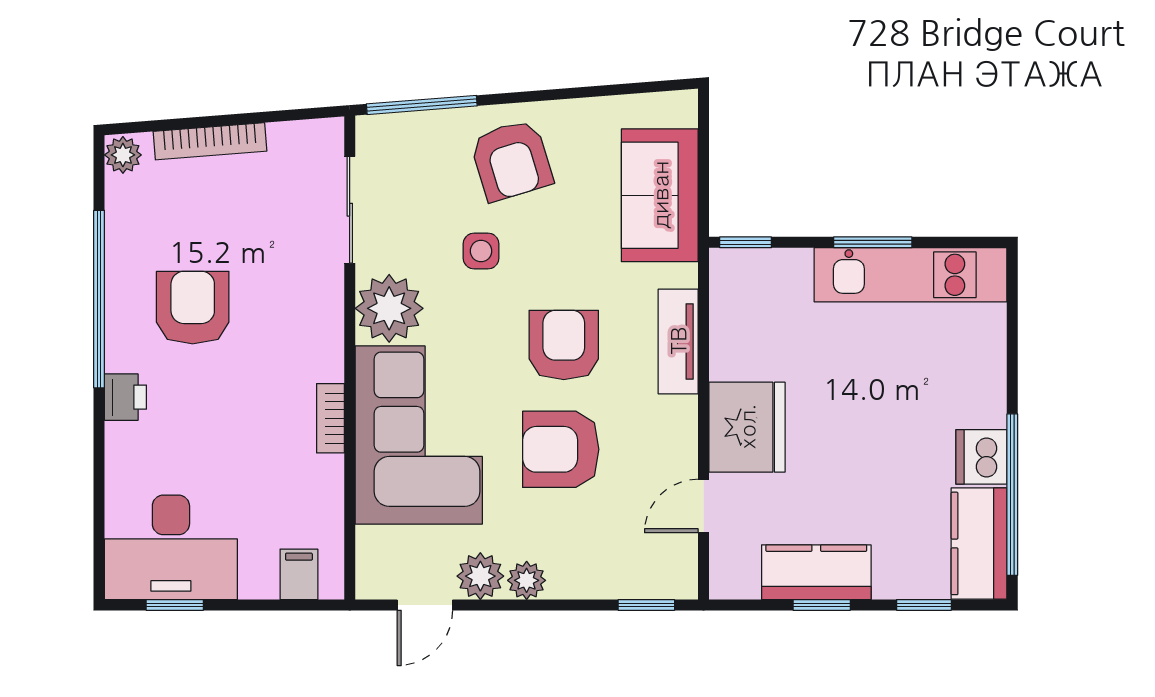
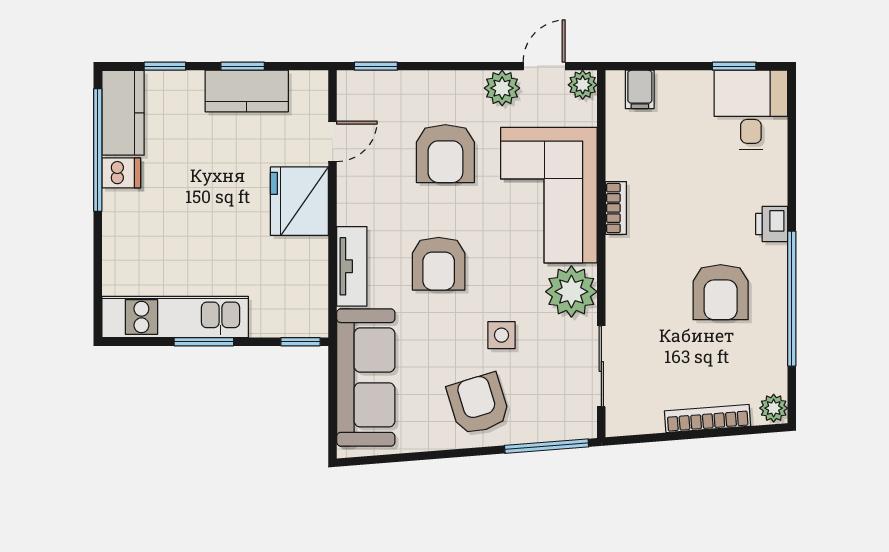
sofa: (660, 195) -> (366, 377), width x1.36
armchair: (561, 449) -> (445, 154), moved, turned 90
dishwasher: (981, 457) -> (121, 173), width x0.73
desk: (171, 547) -> (751, 110), width x0.73
plant: (527, 580) -> (583, 85), moved

